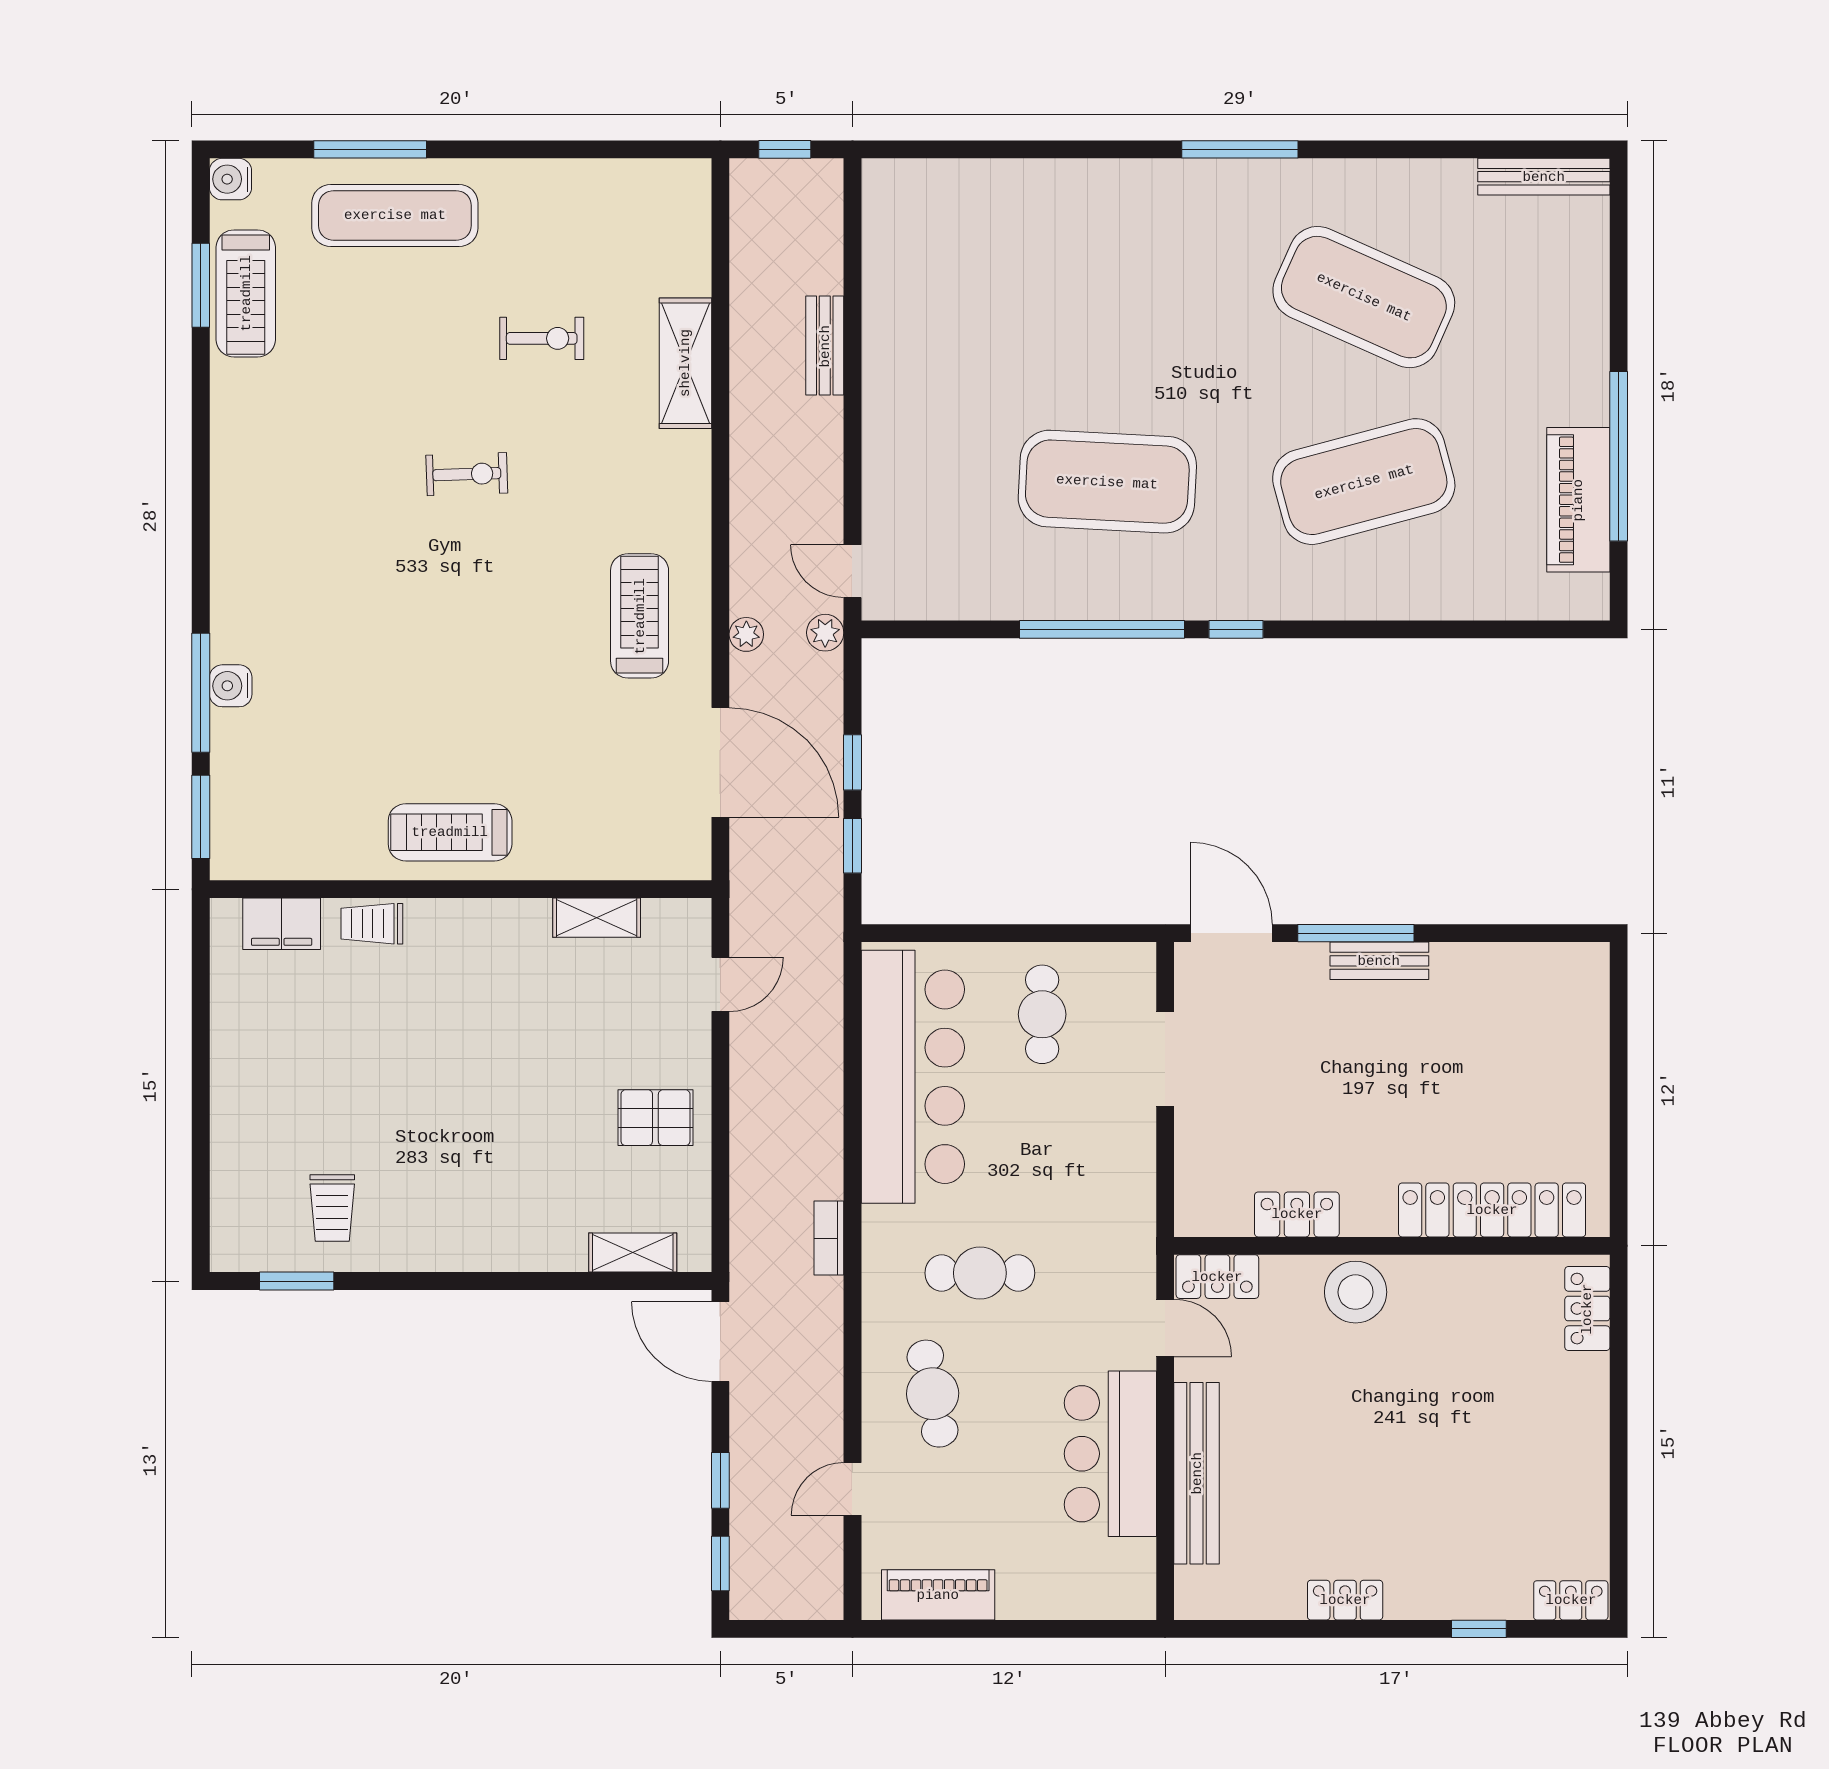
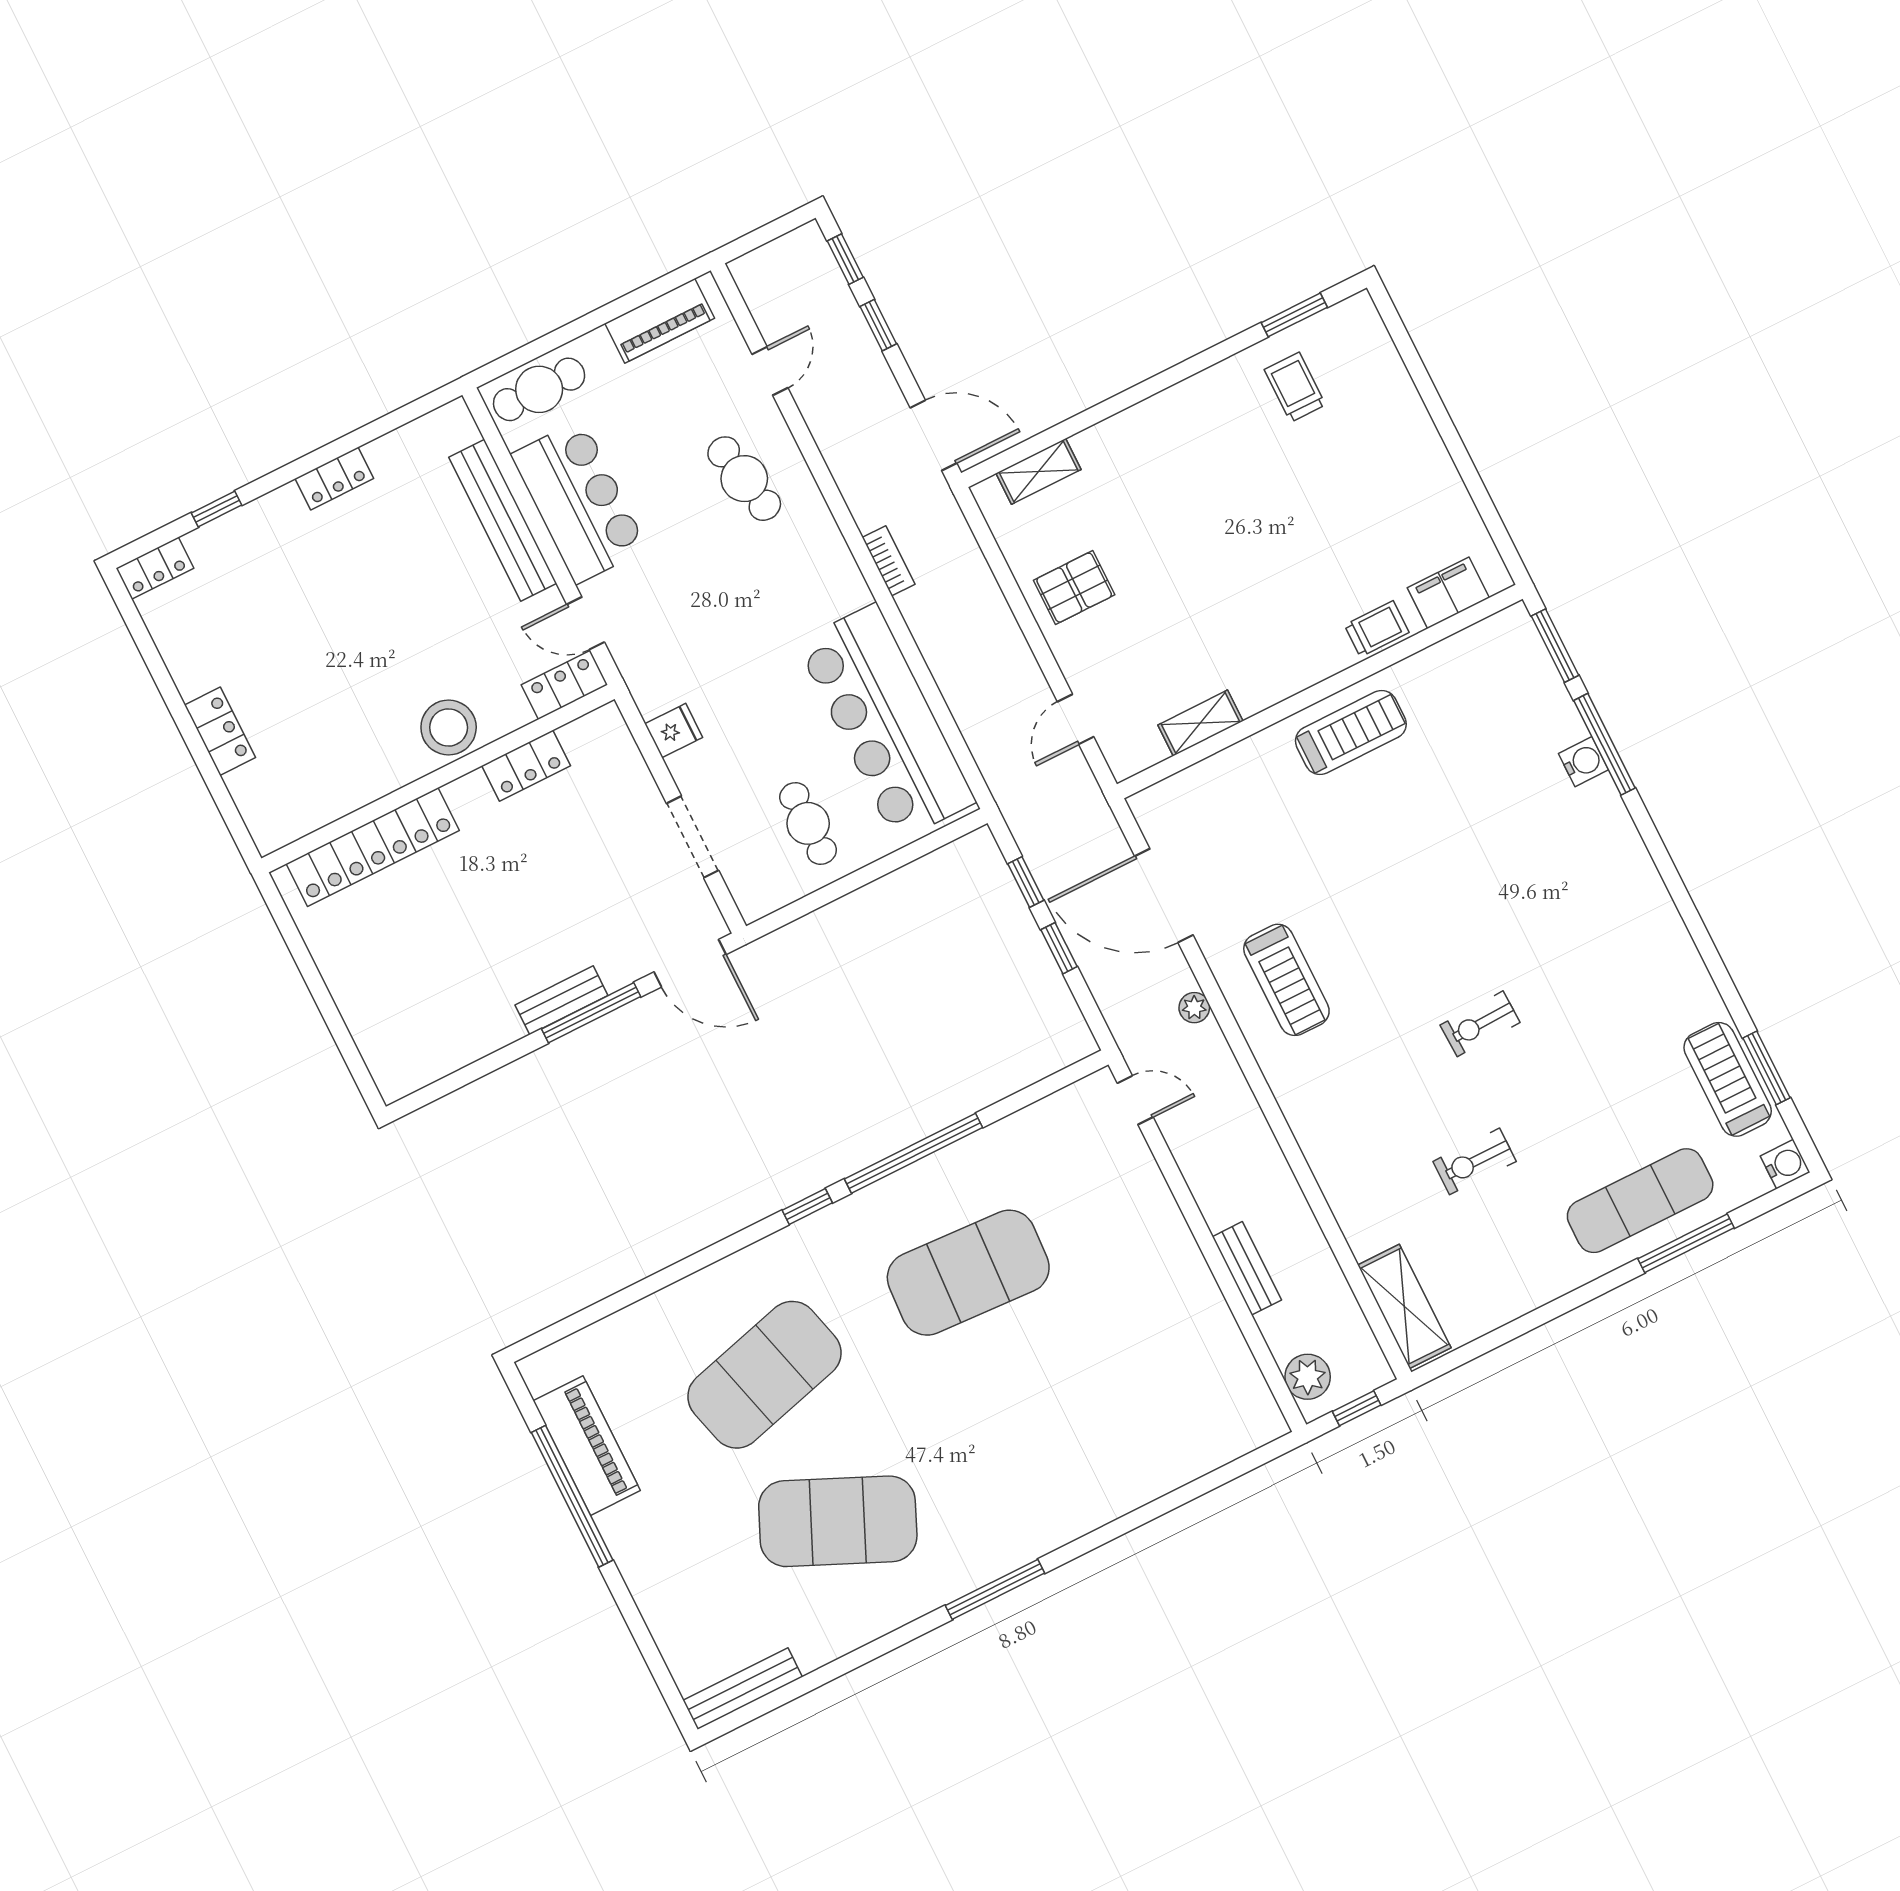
shelving: (685, 363) -> (1404, 1306), moved
plant: (825, 633) -> (1308, 1377), moved, width x1.38, depth x1.38
fridge: (1131, 1175) -> (674, 731), added
cafe table: (980, 1273) -> (539, 389), moved
locker: (1587, 1309) -> (220, 731), moved

